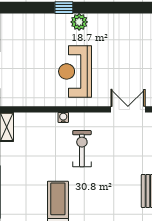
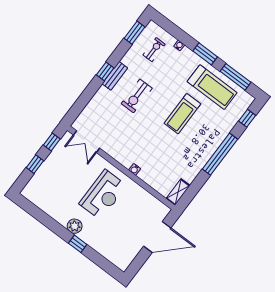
exercise bike: (82, 149) -> (137, 96), moved

